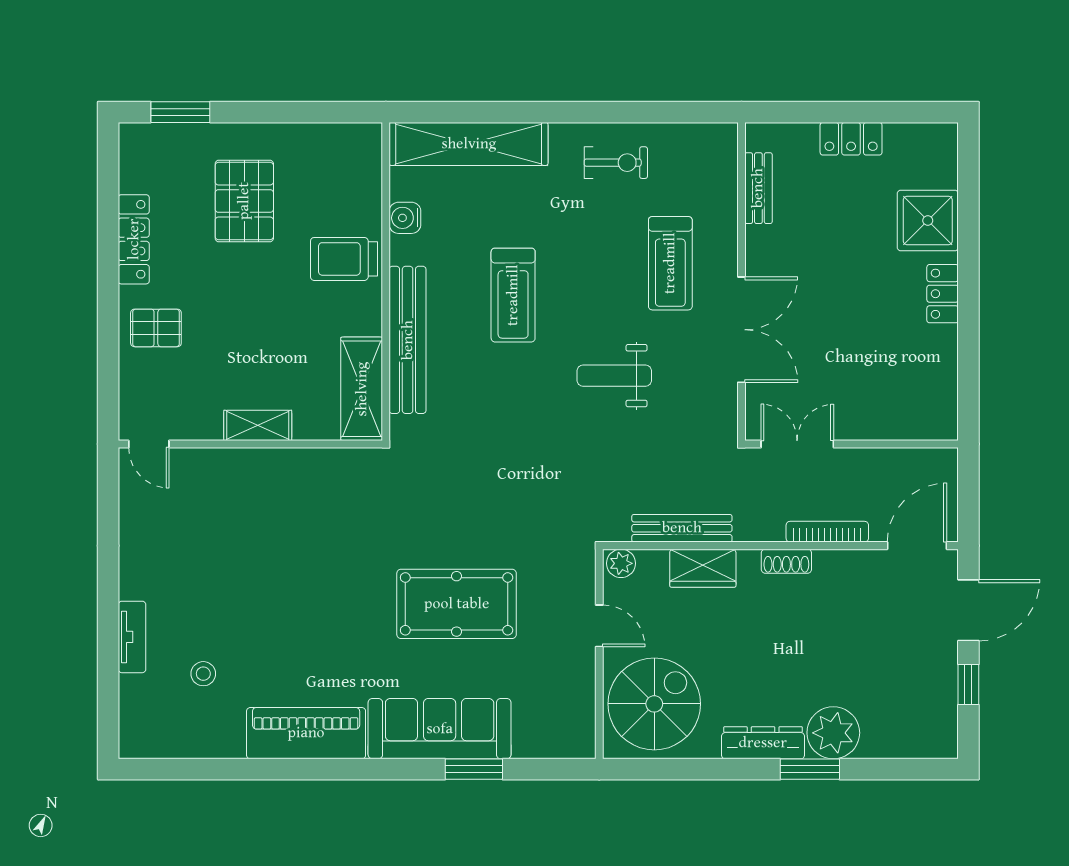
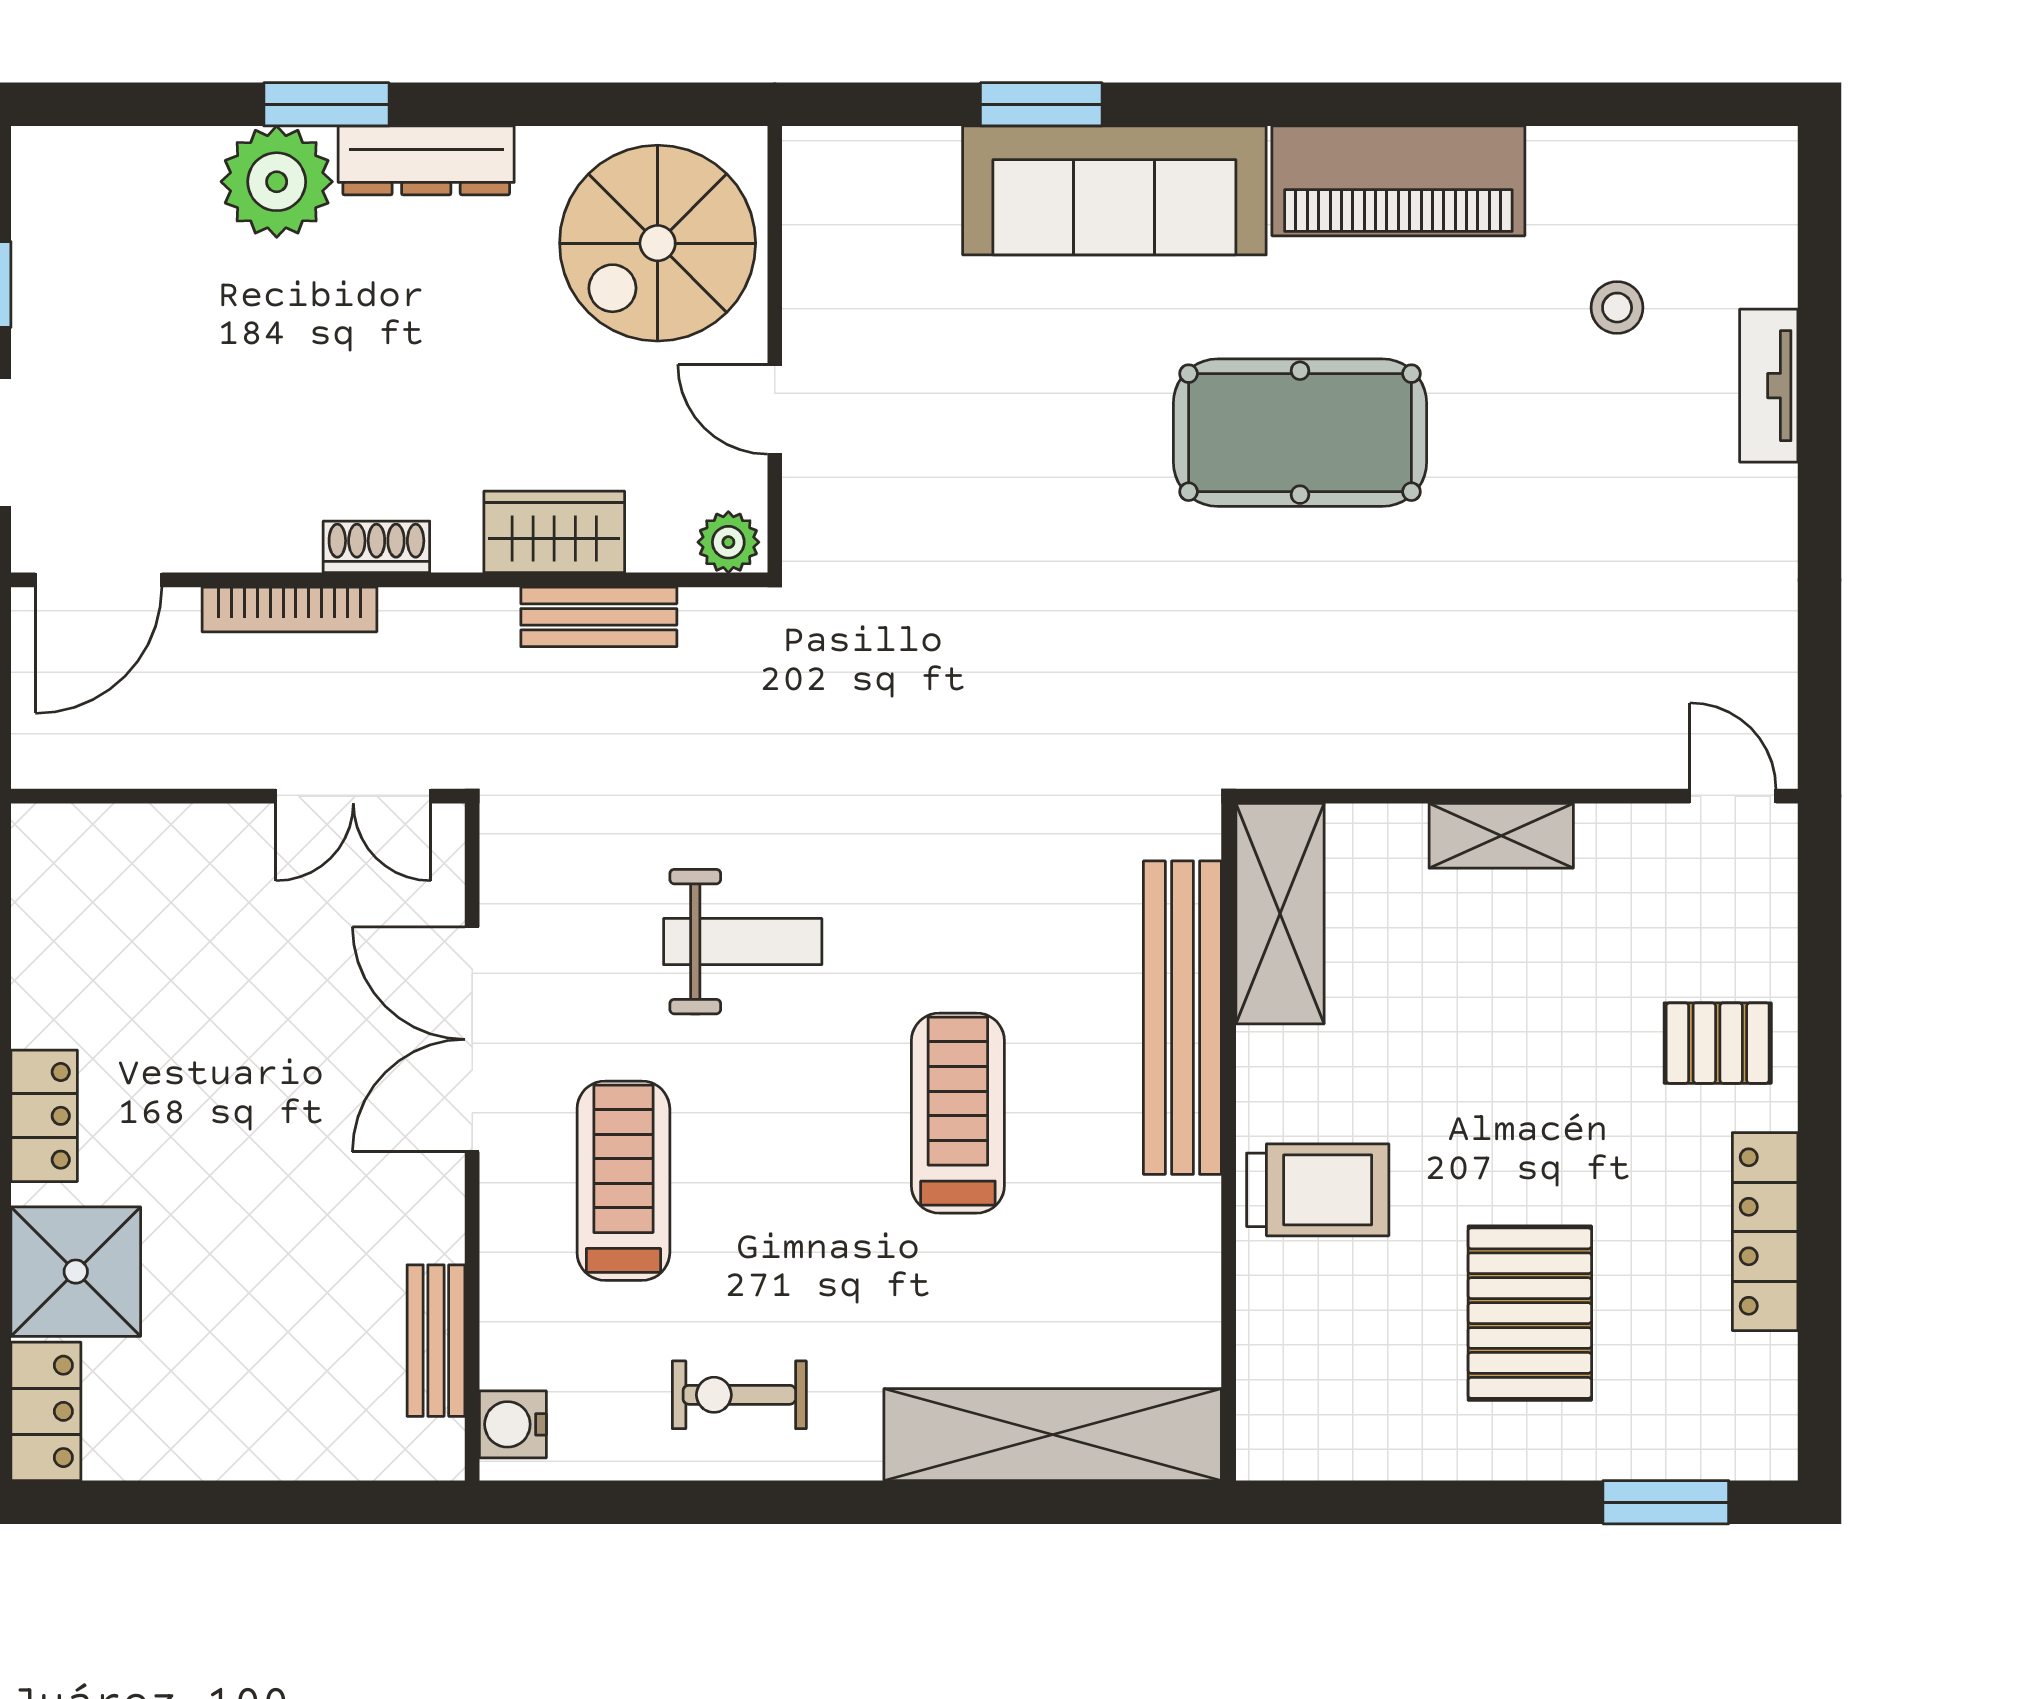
locker: (851, 139) -> (46, 1411), moved, turned 90
water cooler: (405, 218) -> (513, 1424), moved, turned 180
bench: (682, 528) -> (599, 617), width x0.73
pool table: (457, 604) -> (1300, 433), moved

